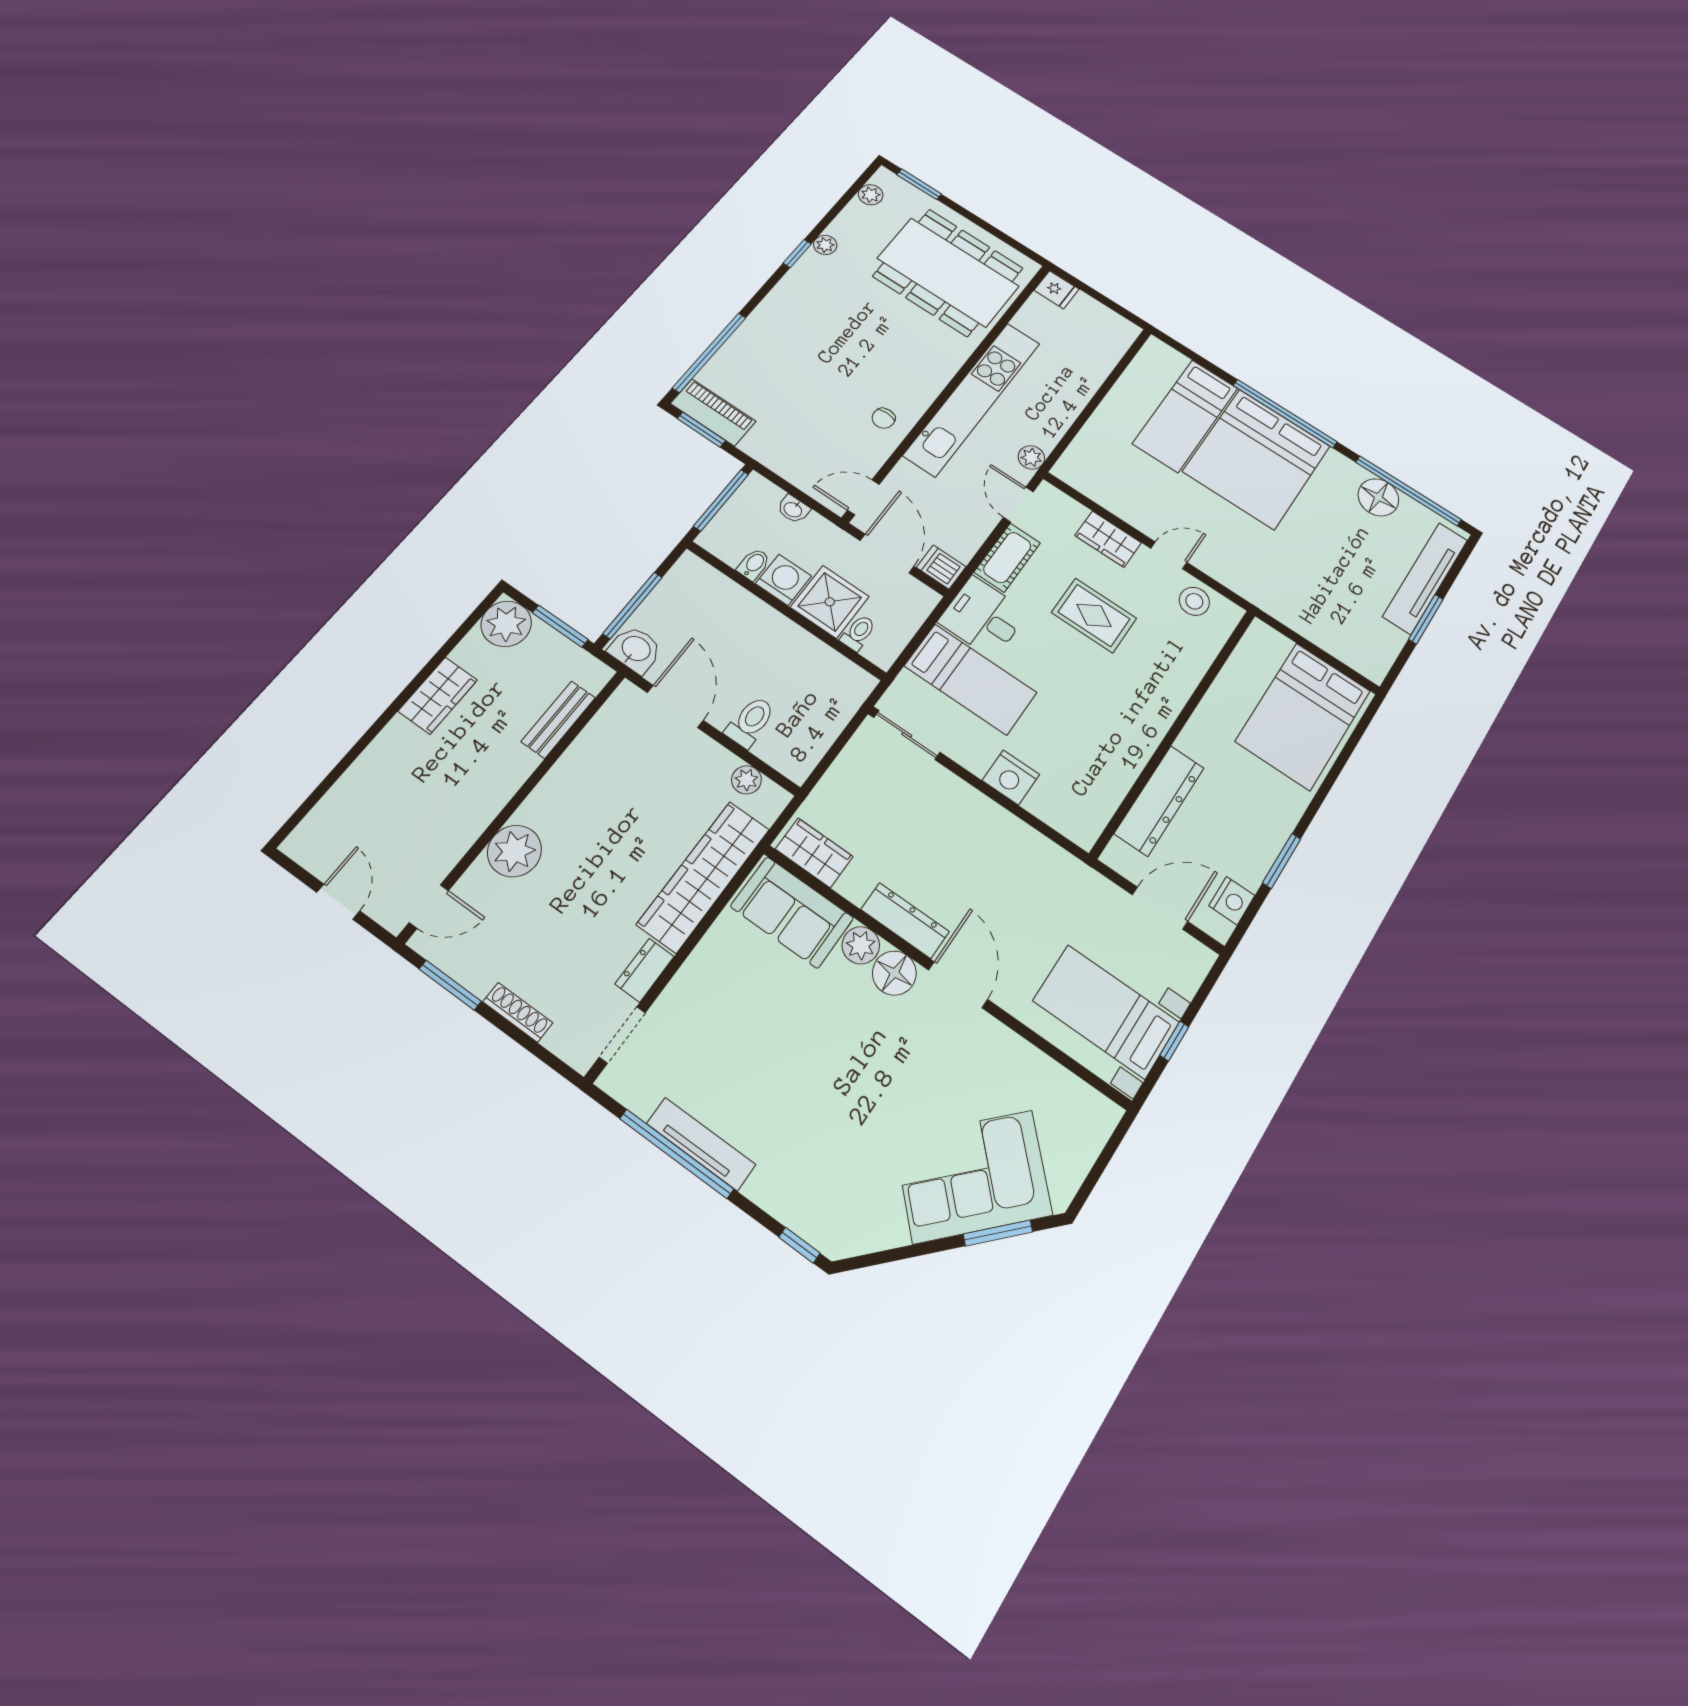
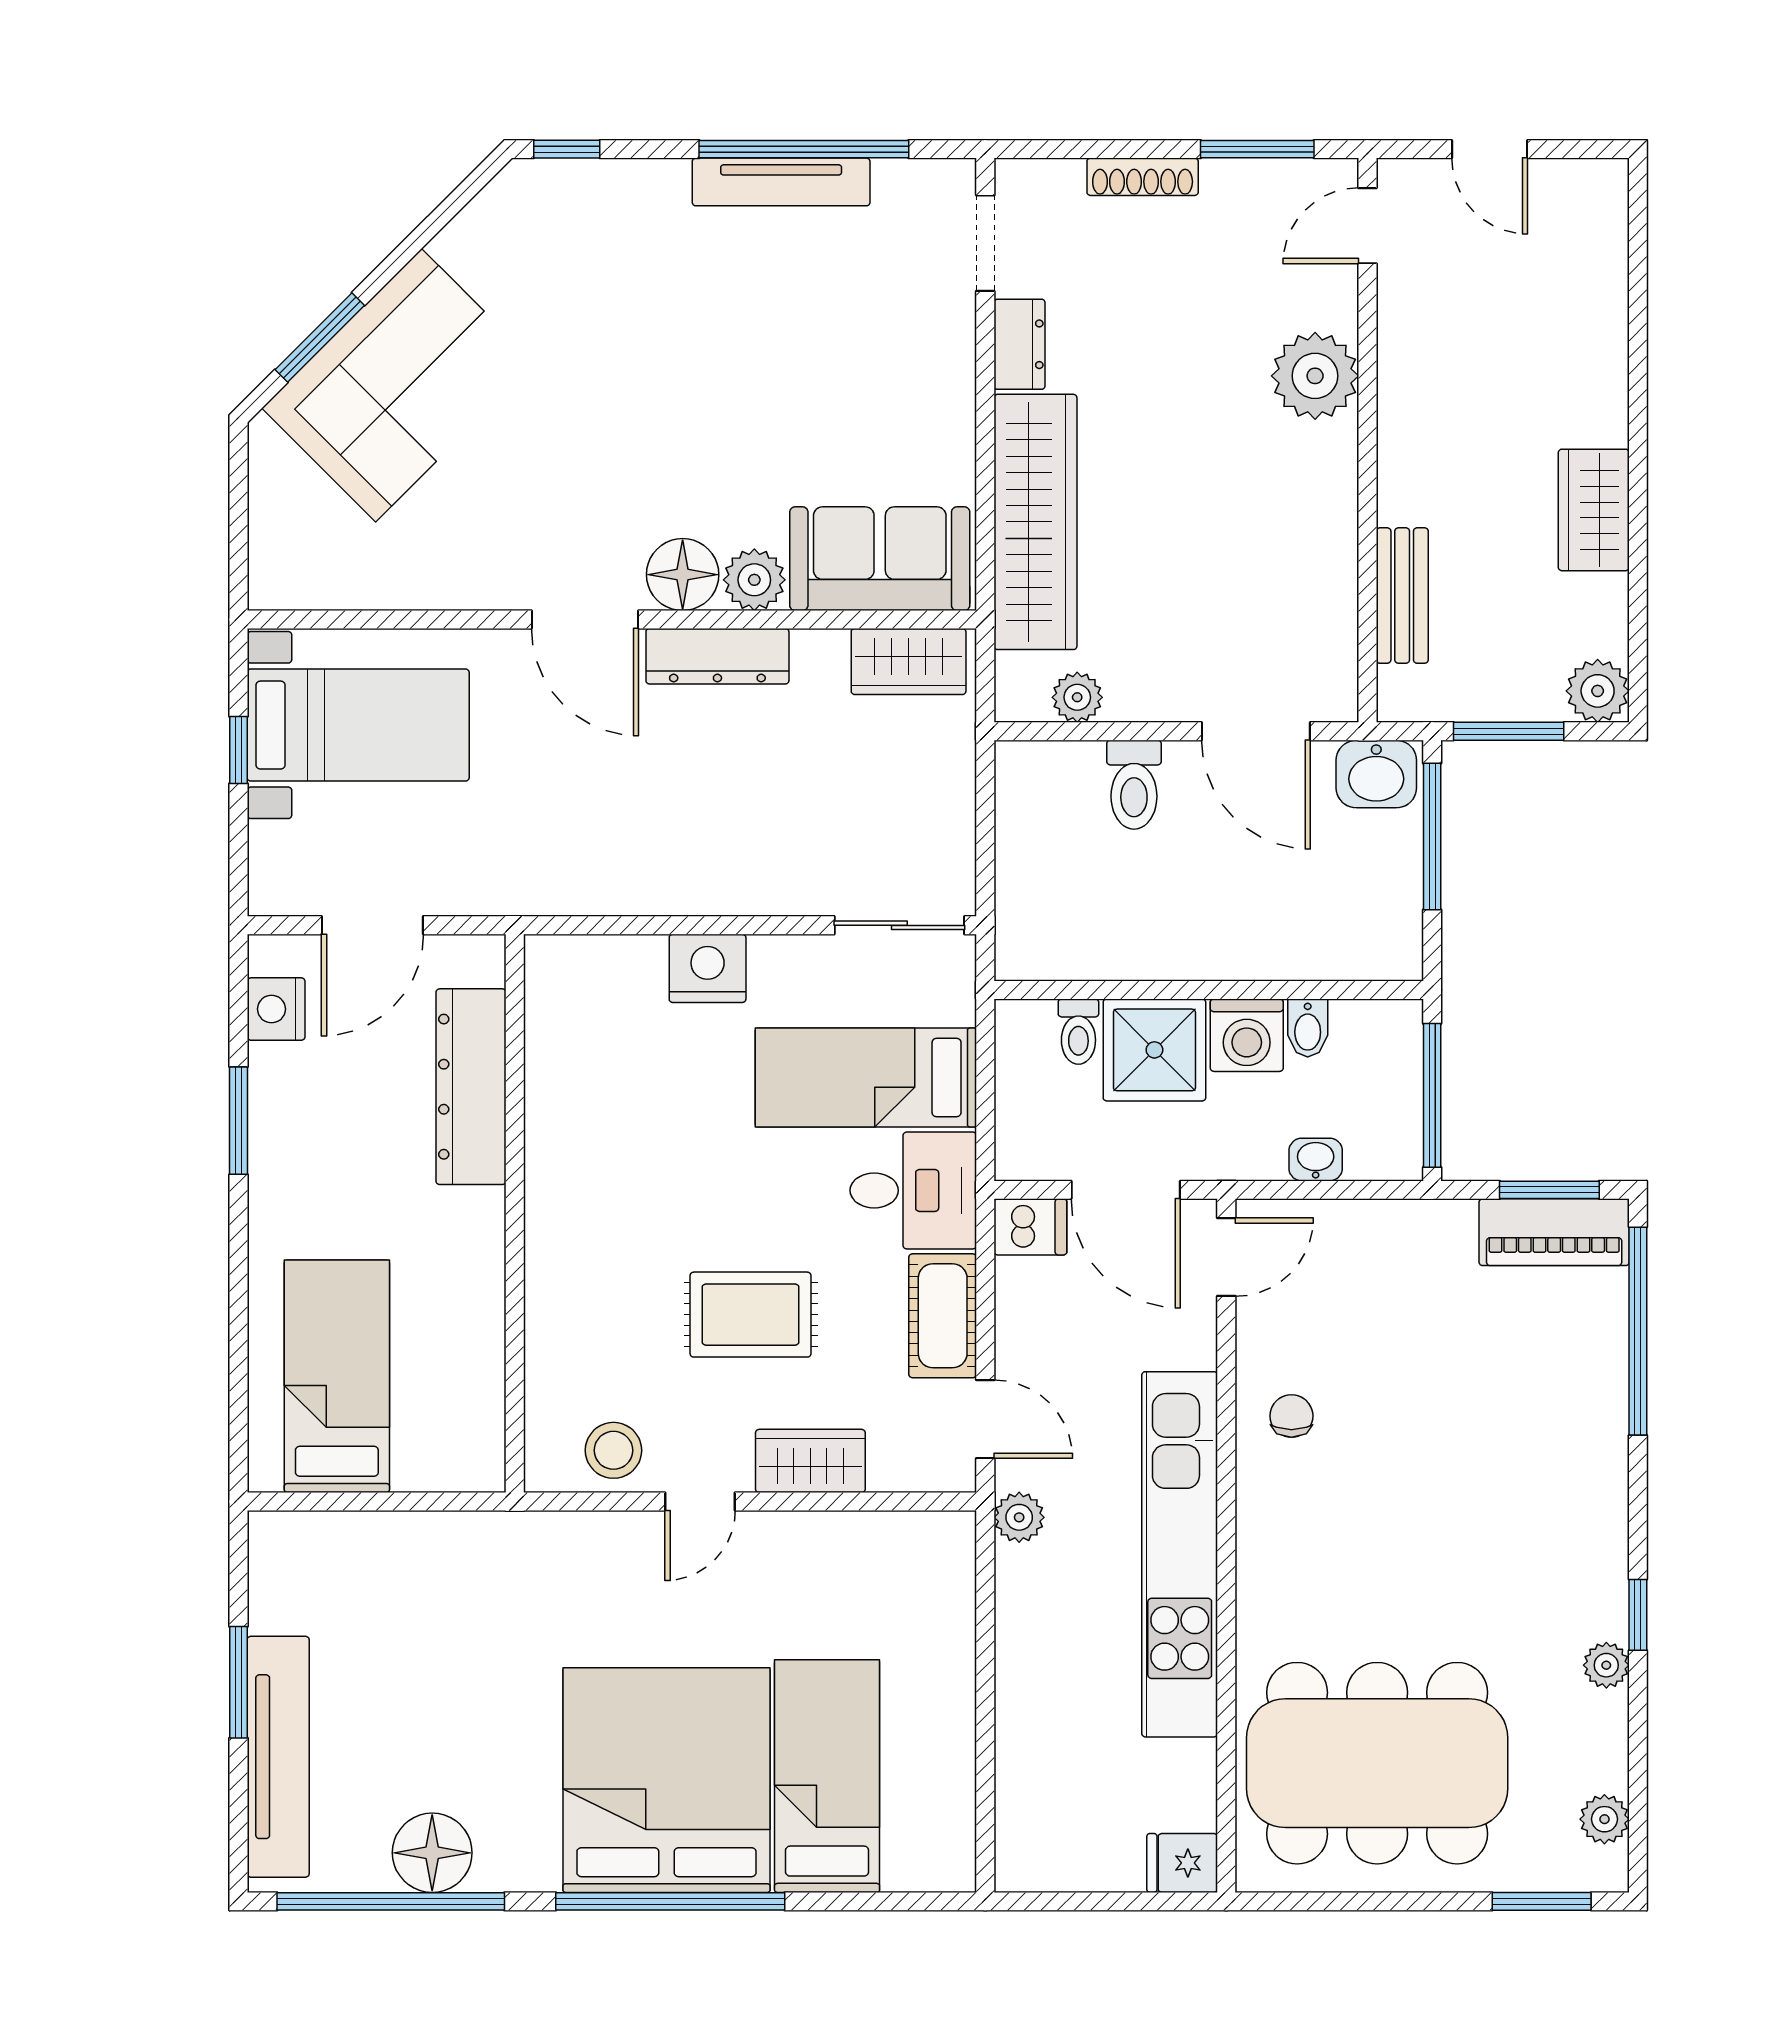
plant: (506, 624) -> (1598, 691), width x0.73, depth x0.73
bed: (1303, 716) -> (337, 1376), width x0.67

